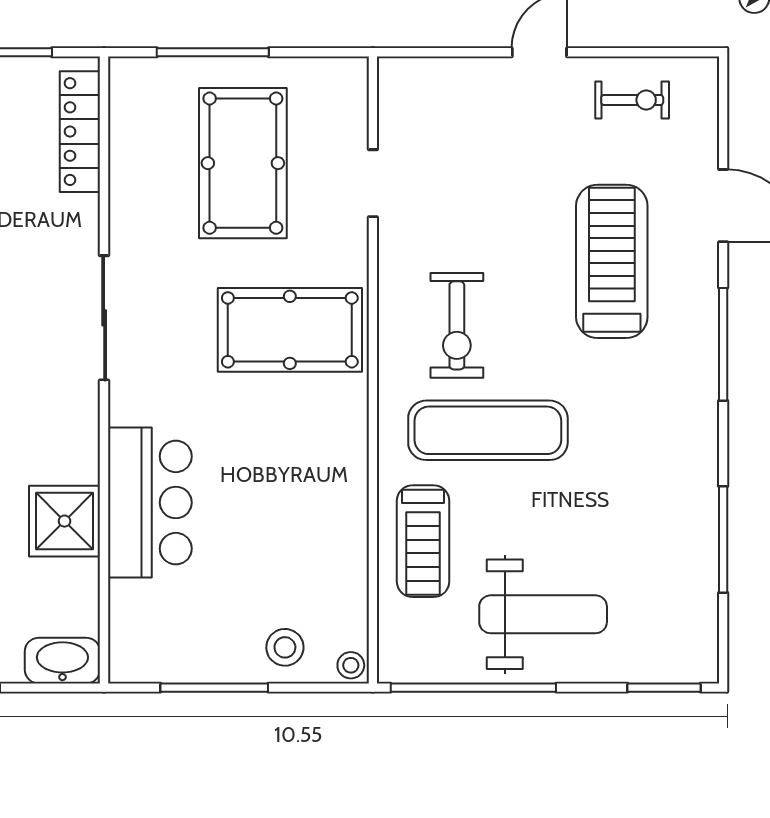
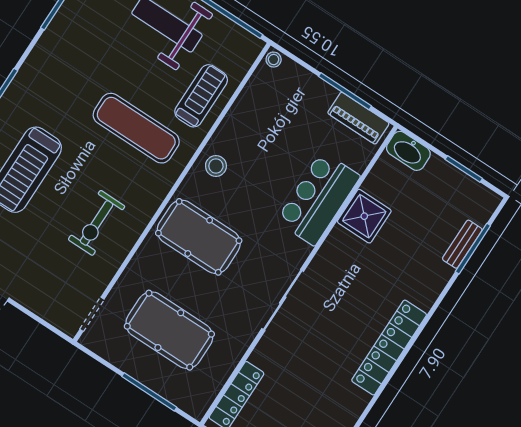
pool table: (243, 163) -> (169, 330), turned 90
doorway: (373, 183) -> (92, 314), moved
exercise bike: (457, 325) -> (97, 223), moved, turned 180
stool: (285, 647) -> (216, 166), moved
piano: (168, 661) -> (358, 118), added

